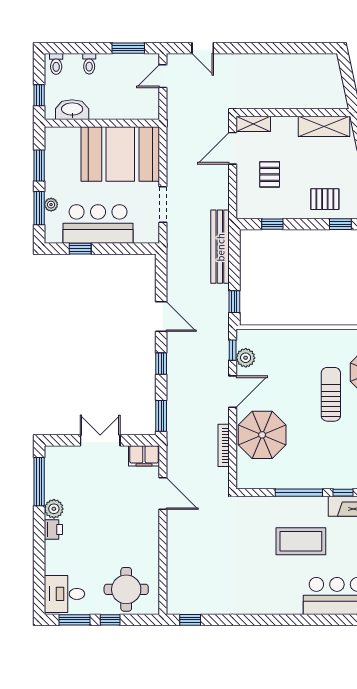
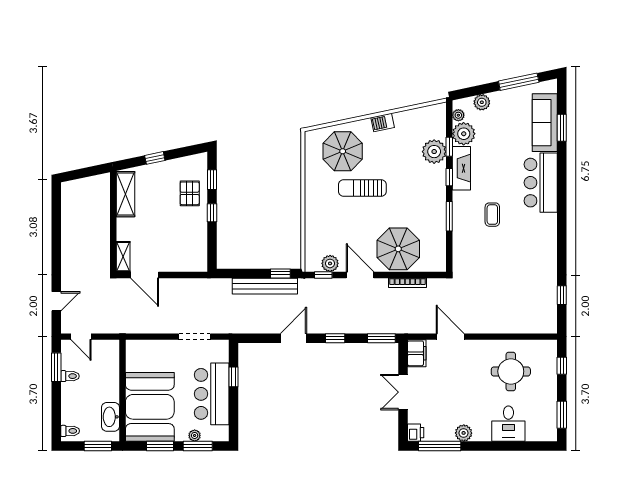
toilet: (89, 64) -> (70, 376), moved
window: (39, 95) -> (98, 446), width x1.50
booth: (120, 154) -> (150, 407), moved
pallet: (270, 174) -> (168, 242), removed
window: (272, 224) -> (212, 213), moved
bench: (220, 247) -> (265, 286), moved
window: (80, 249) -> (233, 377), moved
window: (299, 493) -> (449, 216), width x0.69
door: (163, 494) -> (450, 337), hinge flipped
printer: (53, 530) -> (416, 433), moved, turned 90
coffee table: (301, 541) -> (492, 215), width x0.54, depth x0.58
round table: (126, 589) -> (511, 371), moved
desk: (64, 594) -> (508, 424), moved
window: (110, 620) -> (562, 366), moved
window: (190, 620) -> (562, 295), moved

